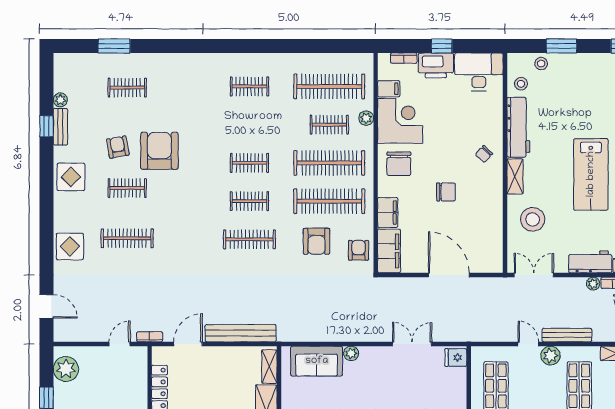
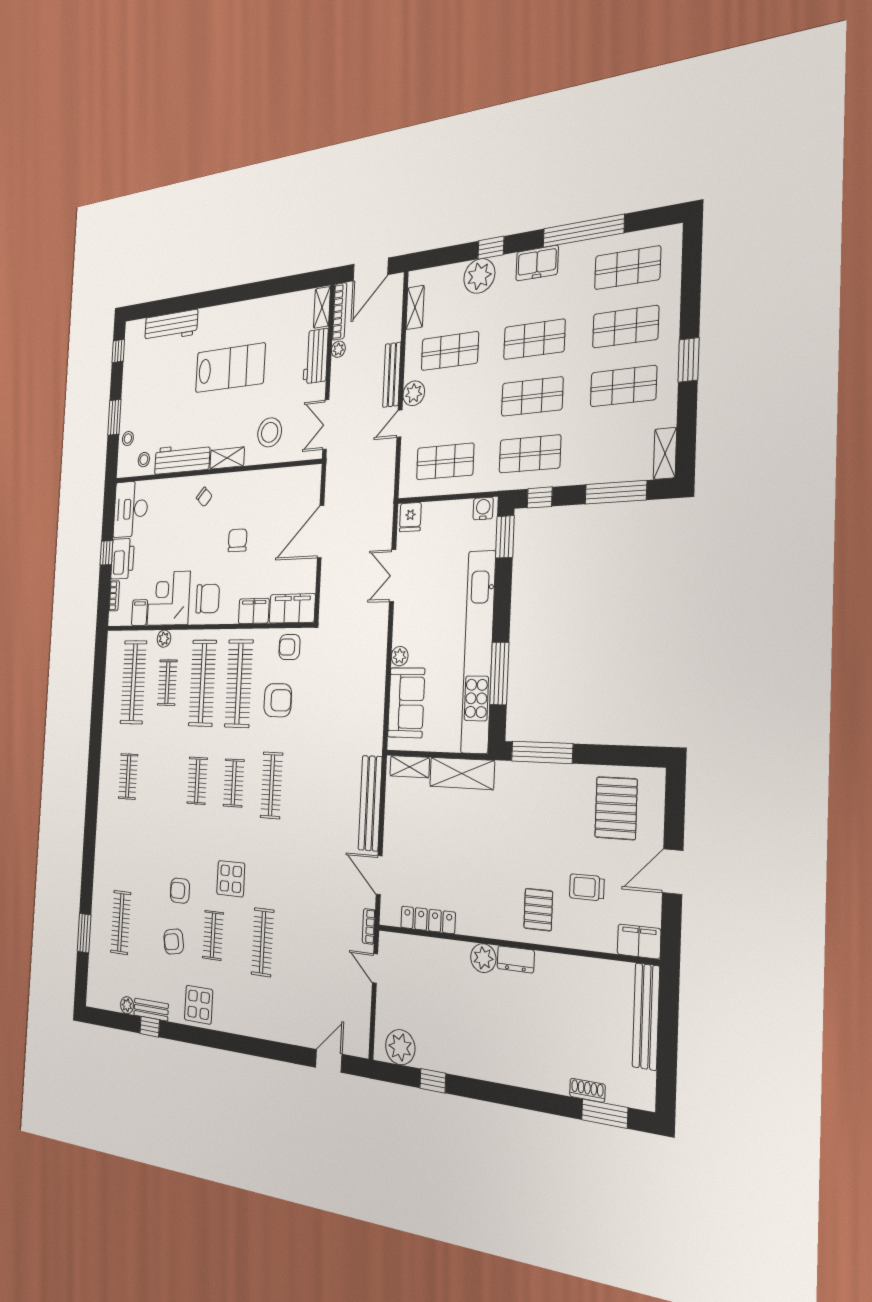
clothes rail: (127, 88) -> (121, 923), width x1.36
armchair: (159, 151) -> (180, 891), width x0.53, depth x0.53
display table: (70, 246) -> (231, 879), moved

